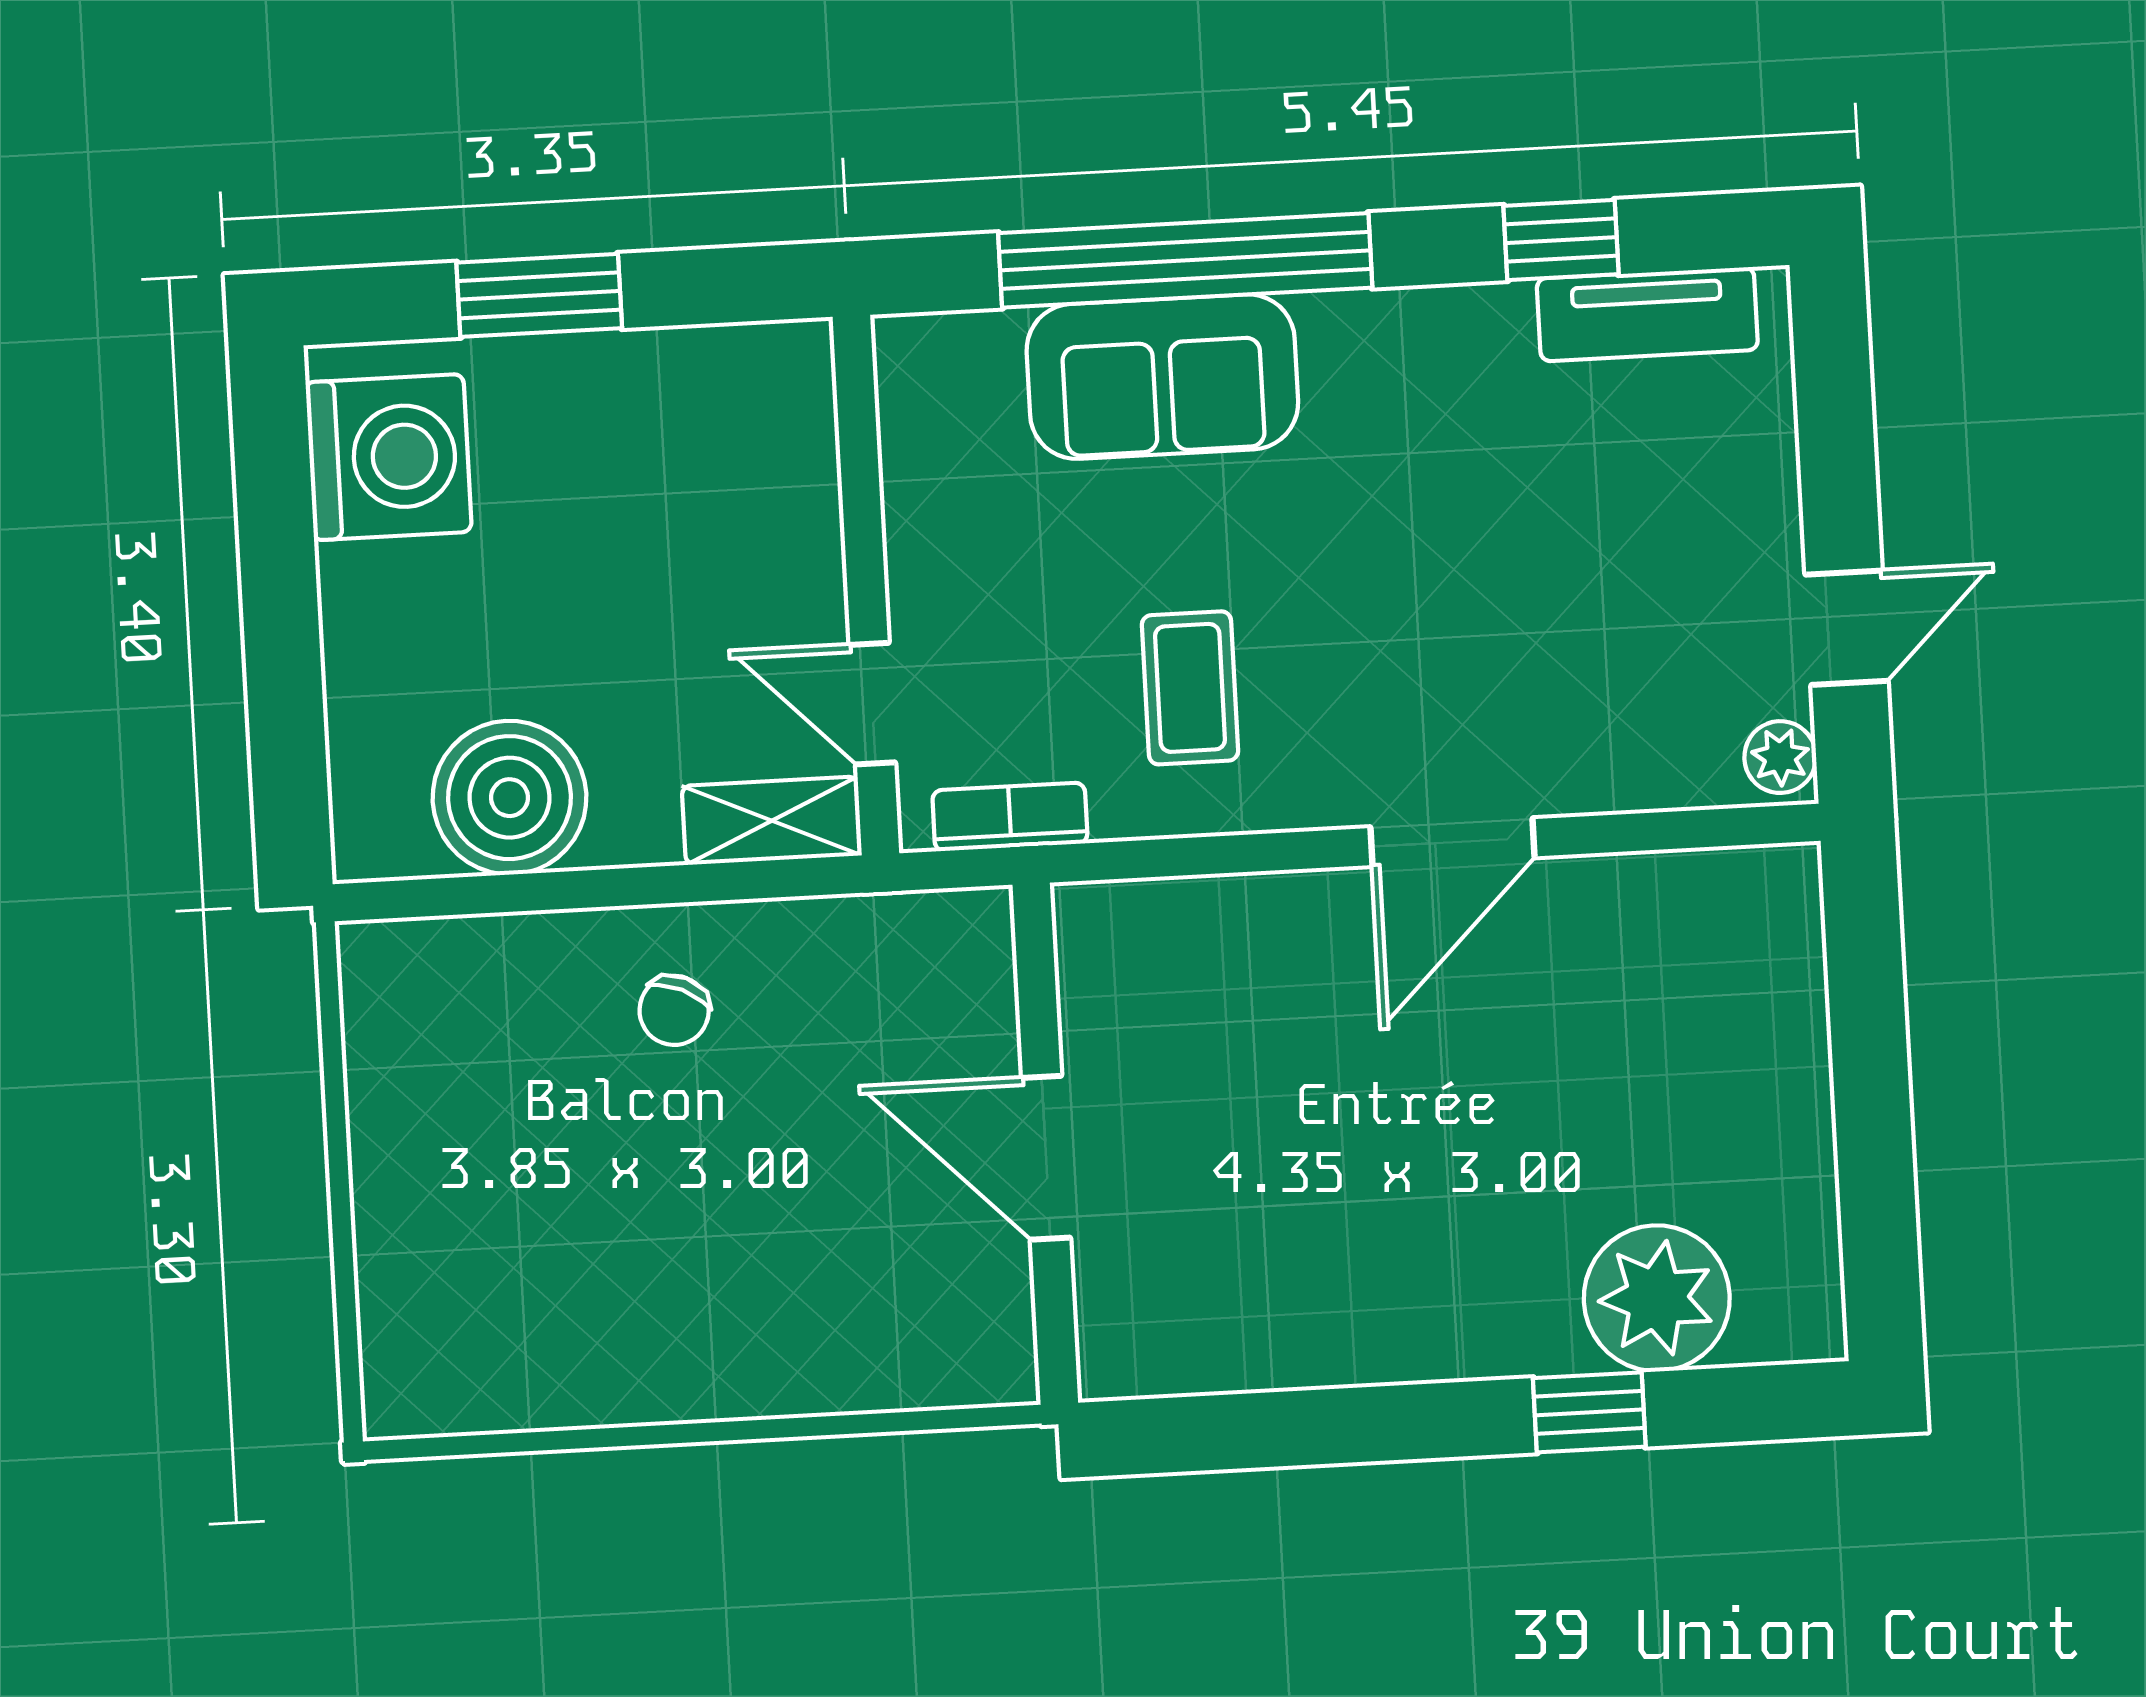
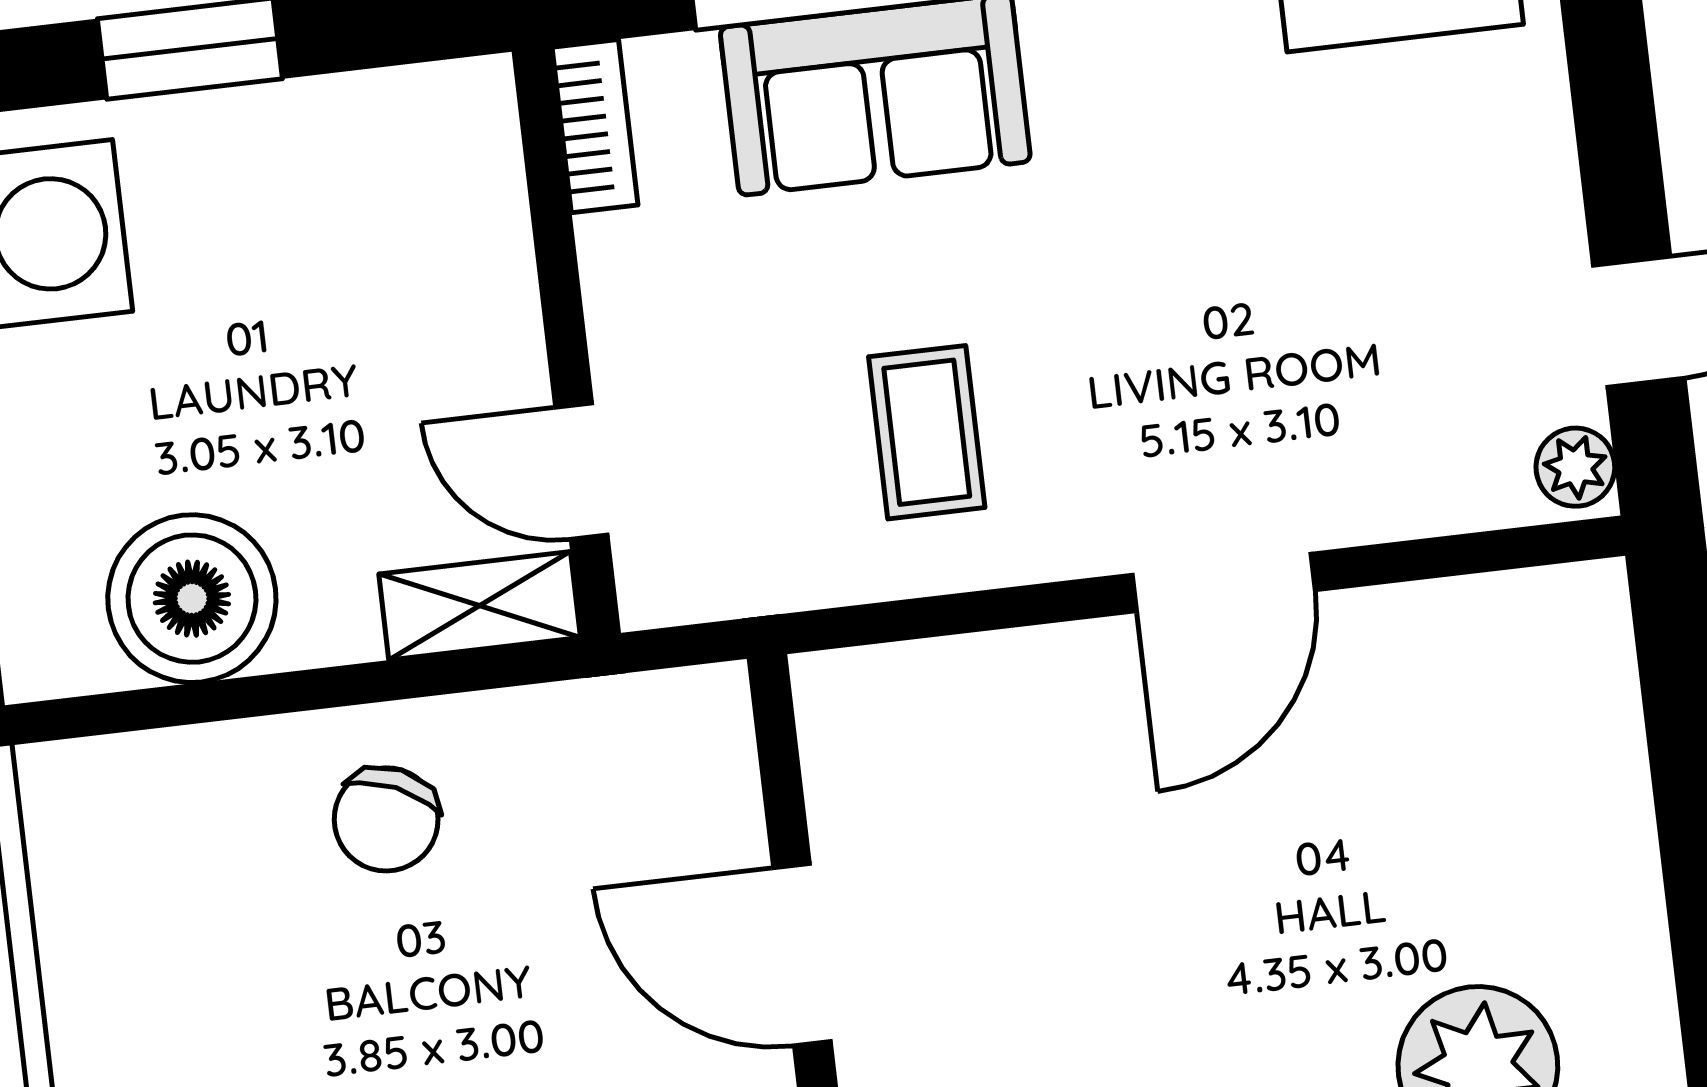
bookcase: (1010, 817) -> (595, 126), moved, turned 90
chair: (674, 1010) -> (386, 819), width x1.37, depth x1.37

